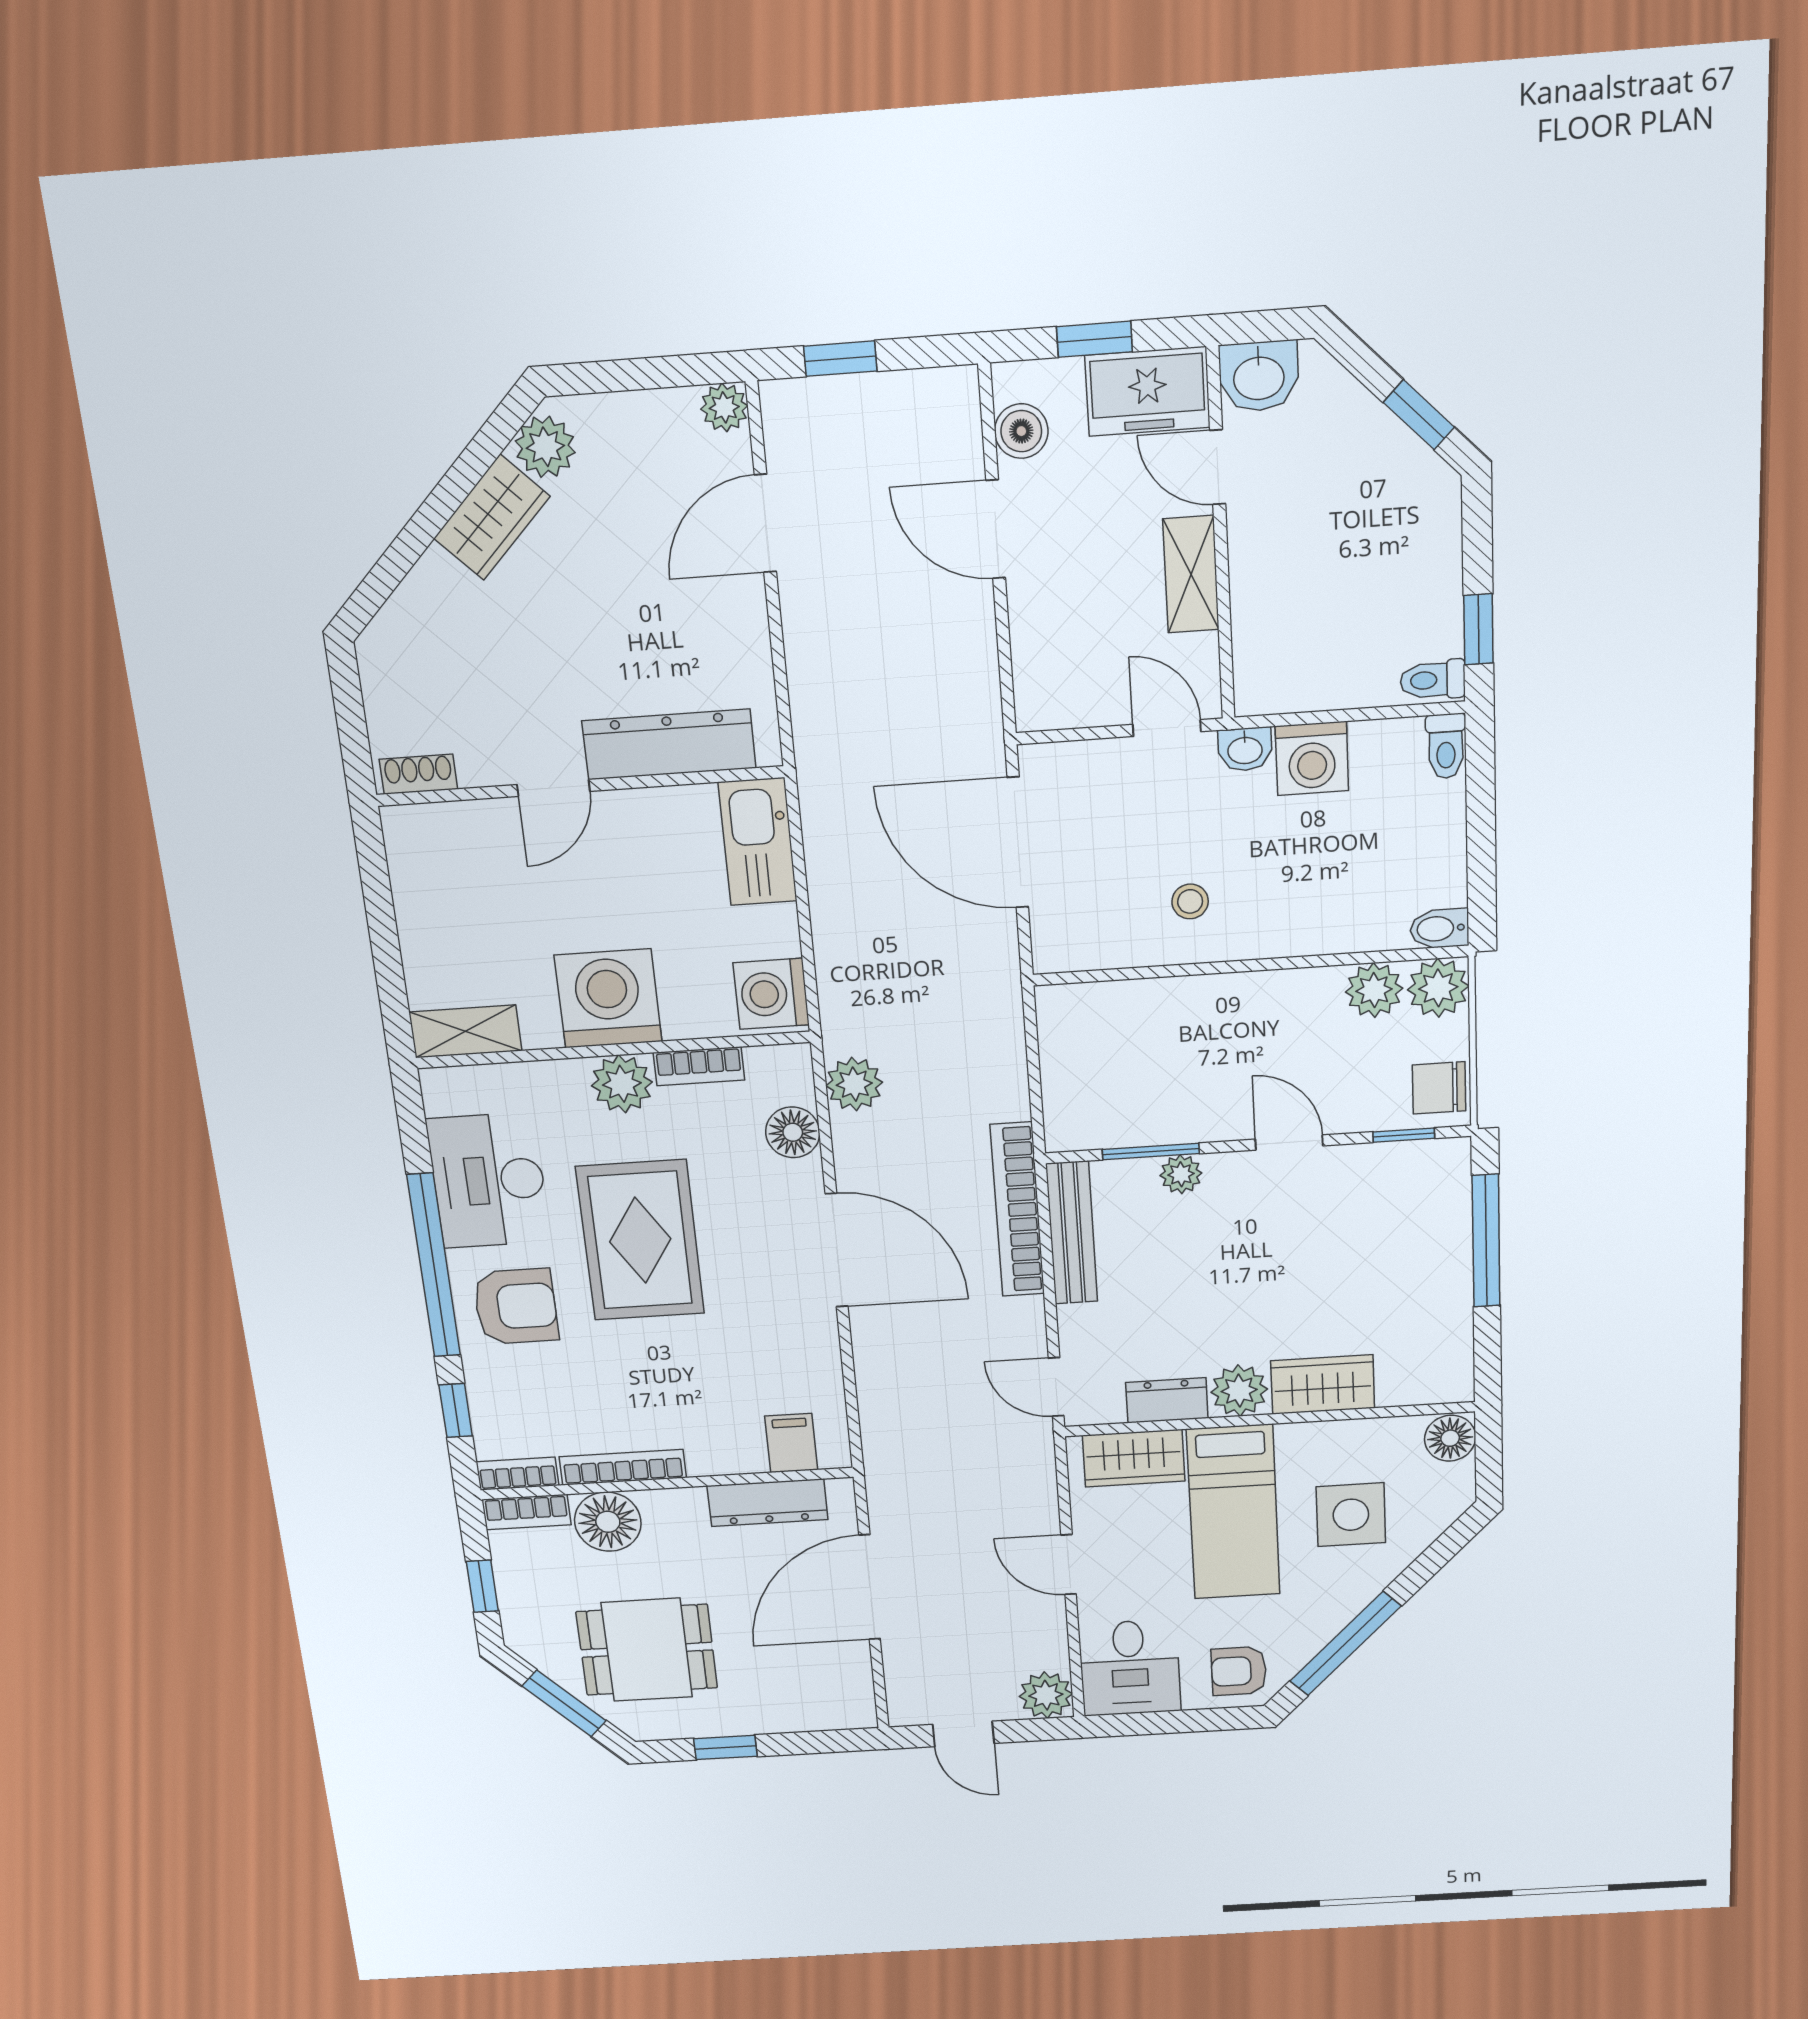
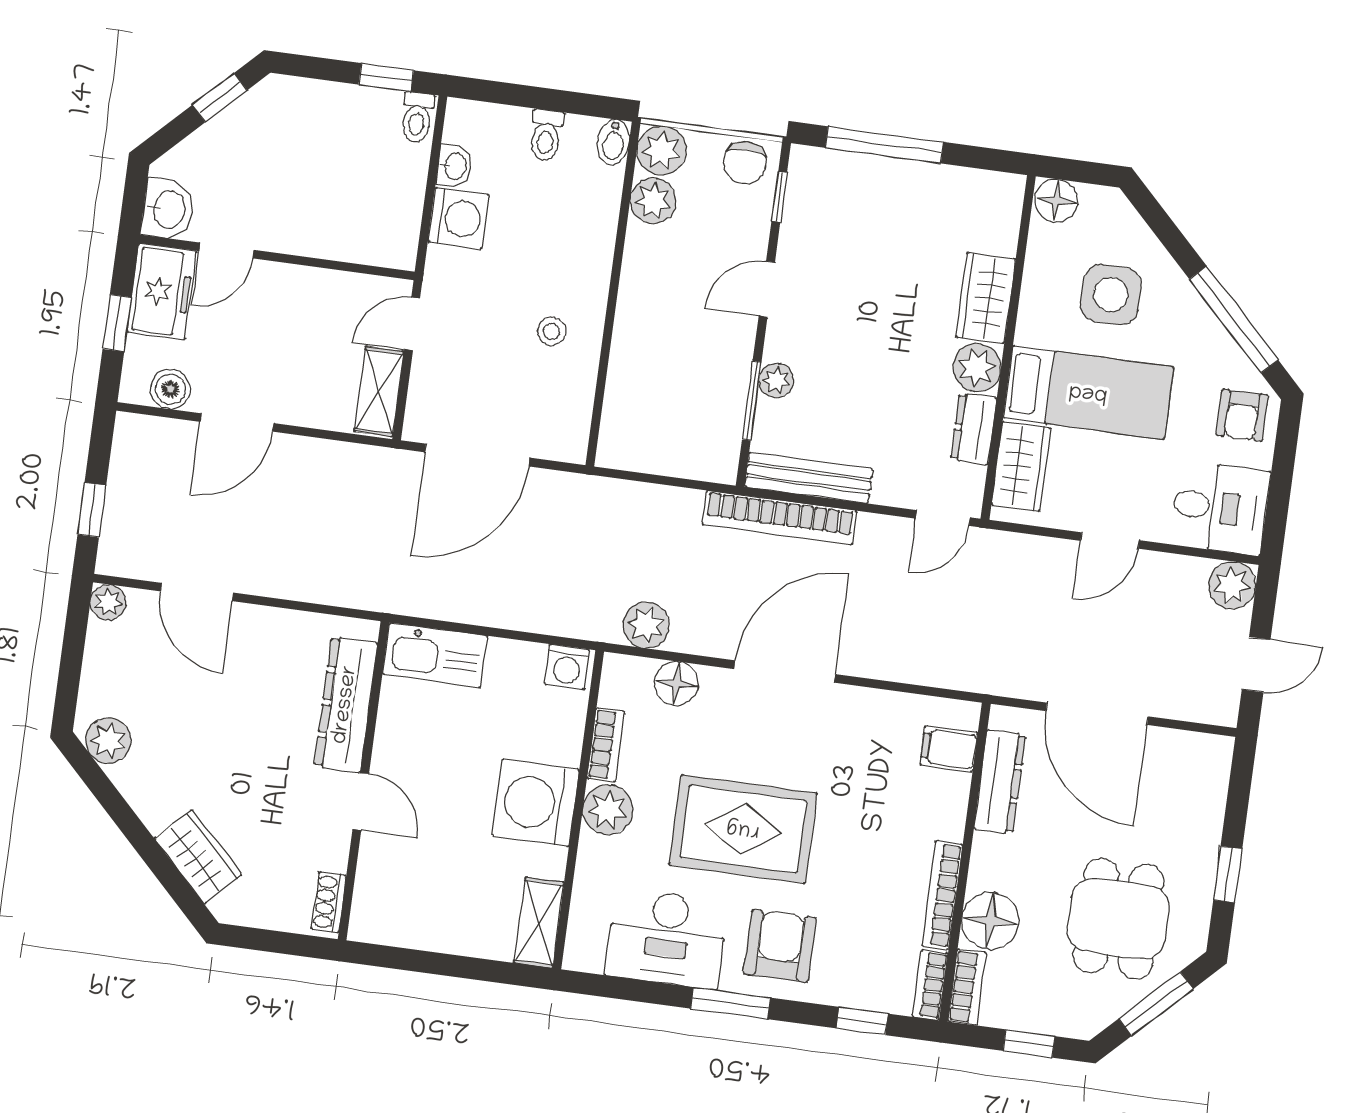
wardrobe: (492, 517) -> (198, 856), moved
shelving: (1191, 574) -> (379, 392), moved, turned 90
toilet: (1446, 746) -> (546, 135), moved, turned 90
washbasin: (1245, 749) -> (455, 166), moved
washing machine: (771, 994) -> (567, 667), width x0.73, depth x0.73
window: (434, 1266) -> (730, 1003), width x0.47

